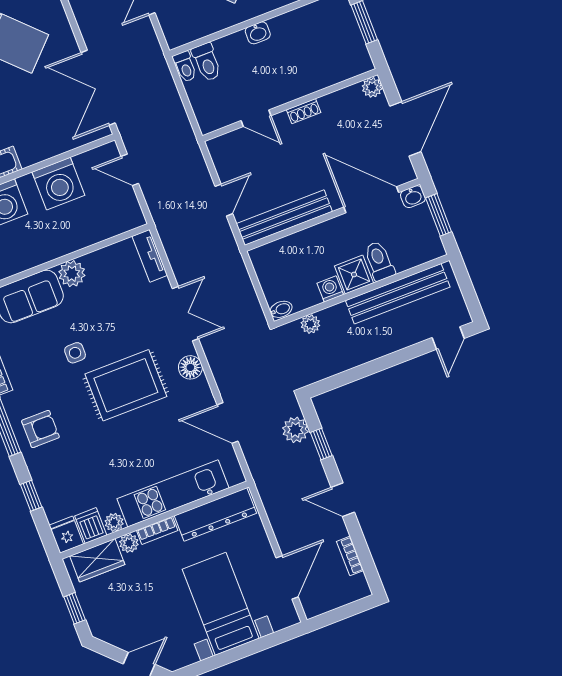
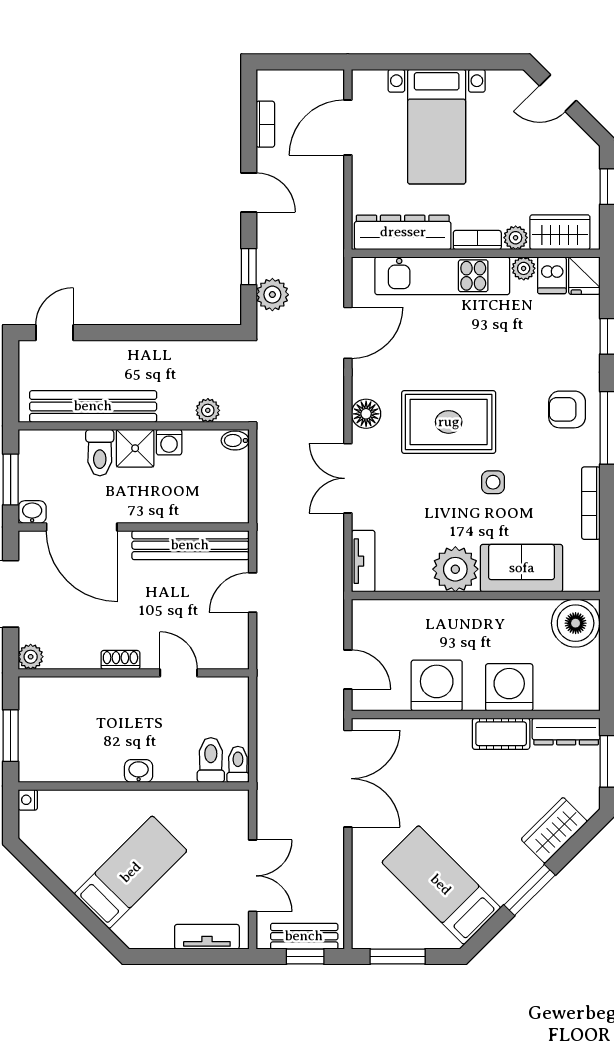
plant: (72, 274) -> (455, 569), width x1.36, depth x1.36
door: (228, 423) -> (348, 333), hinge flipped

